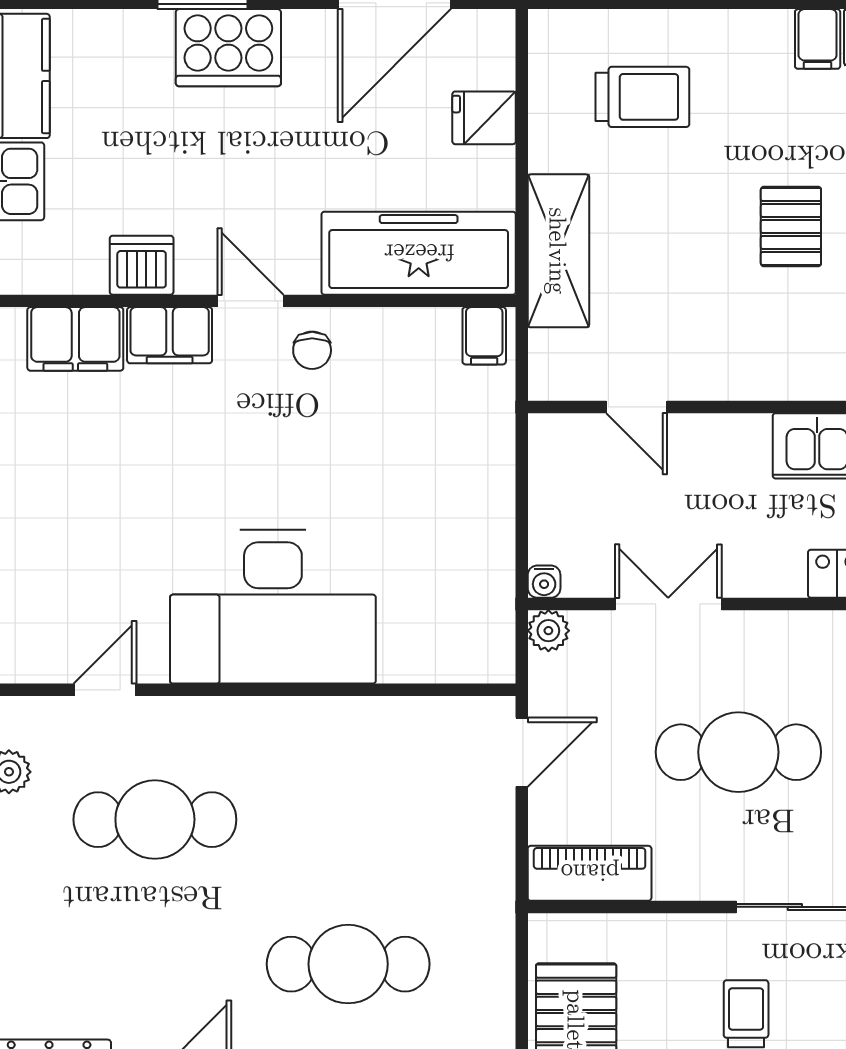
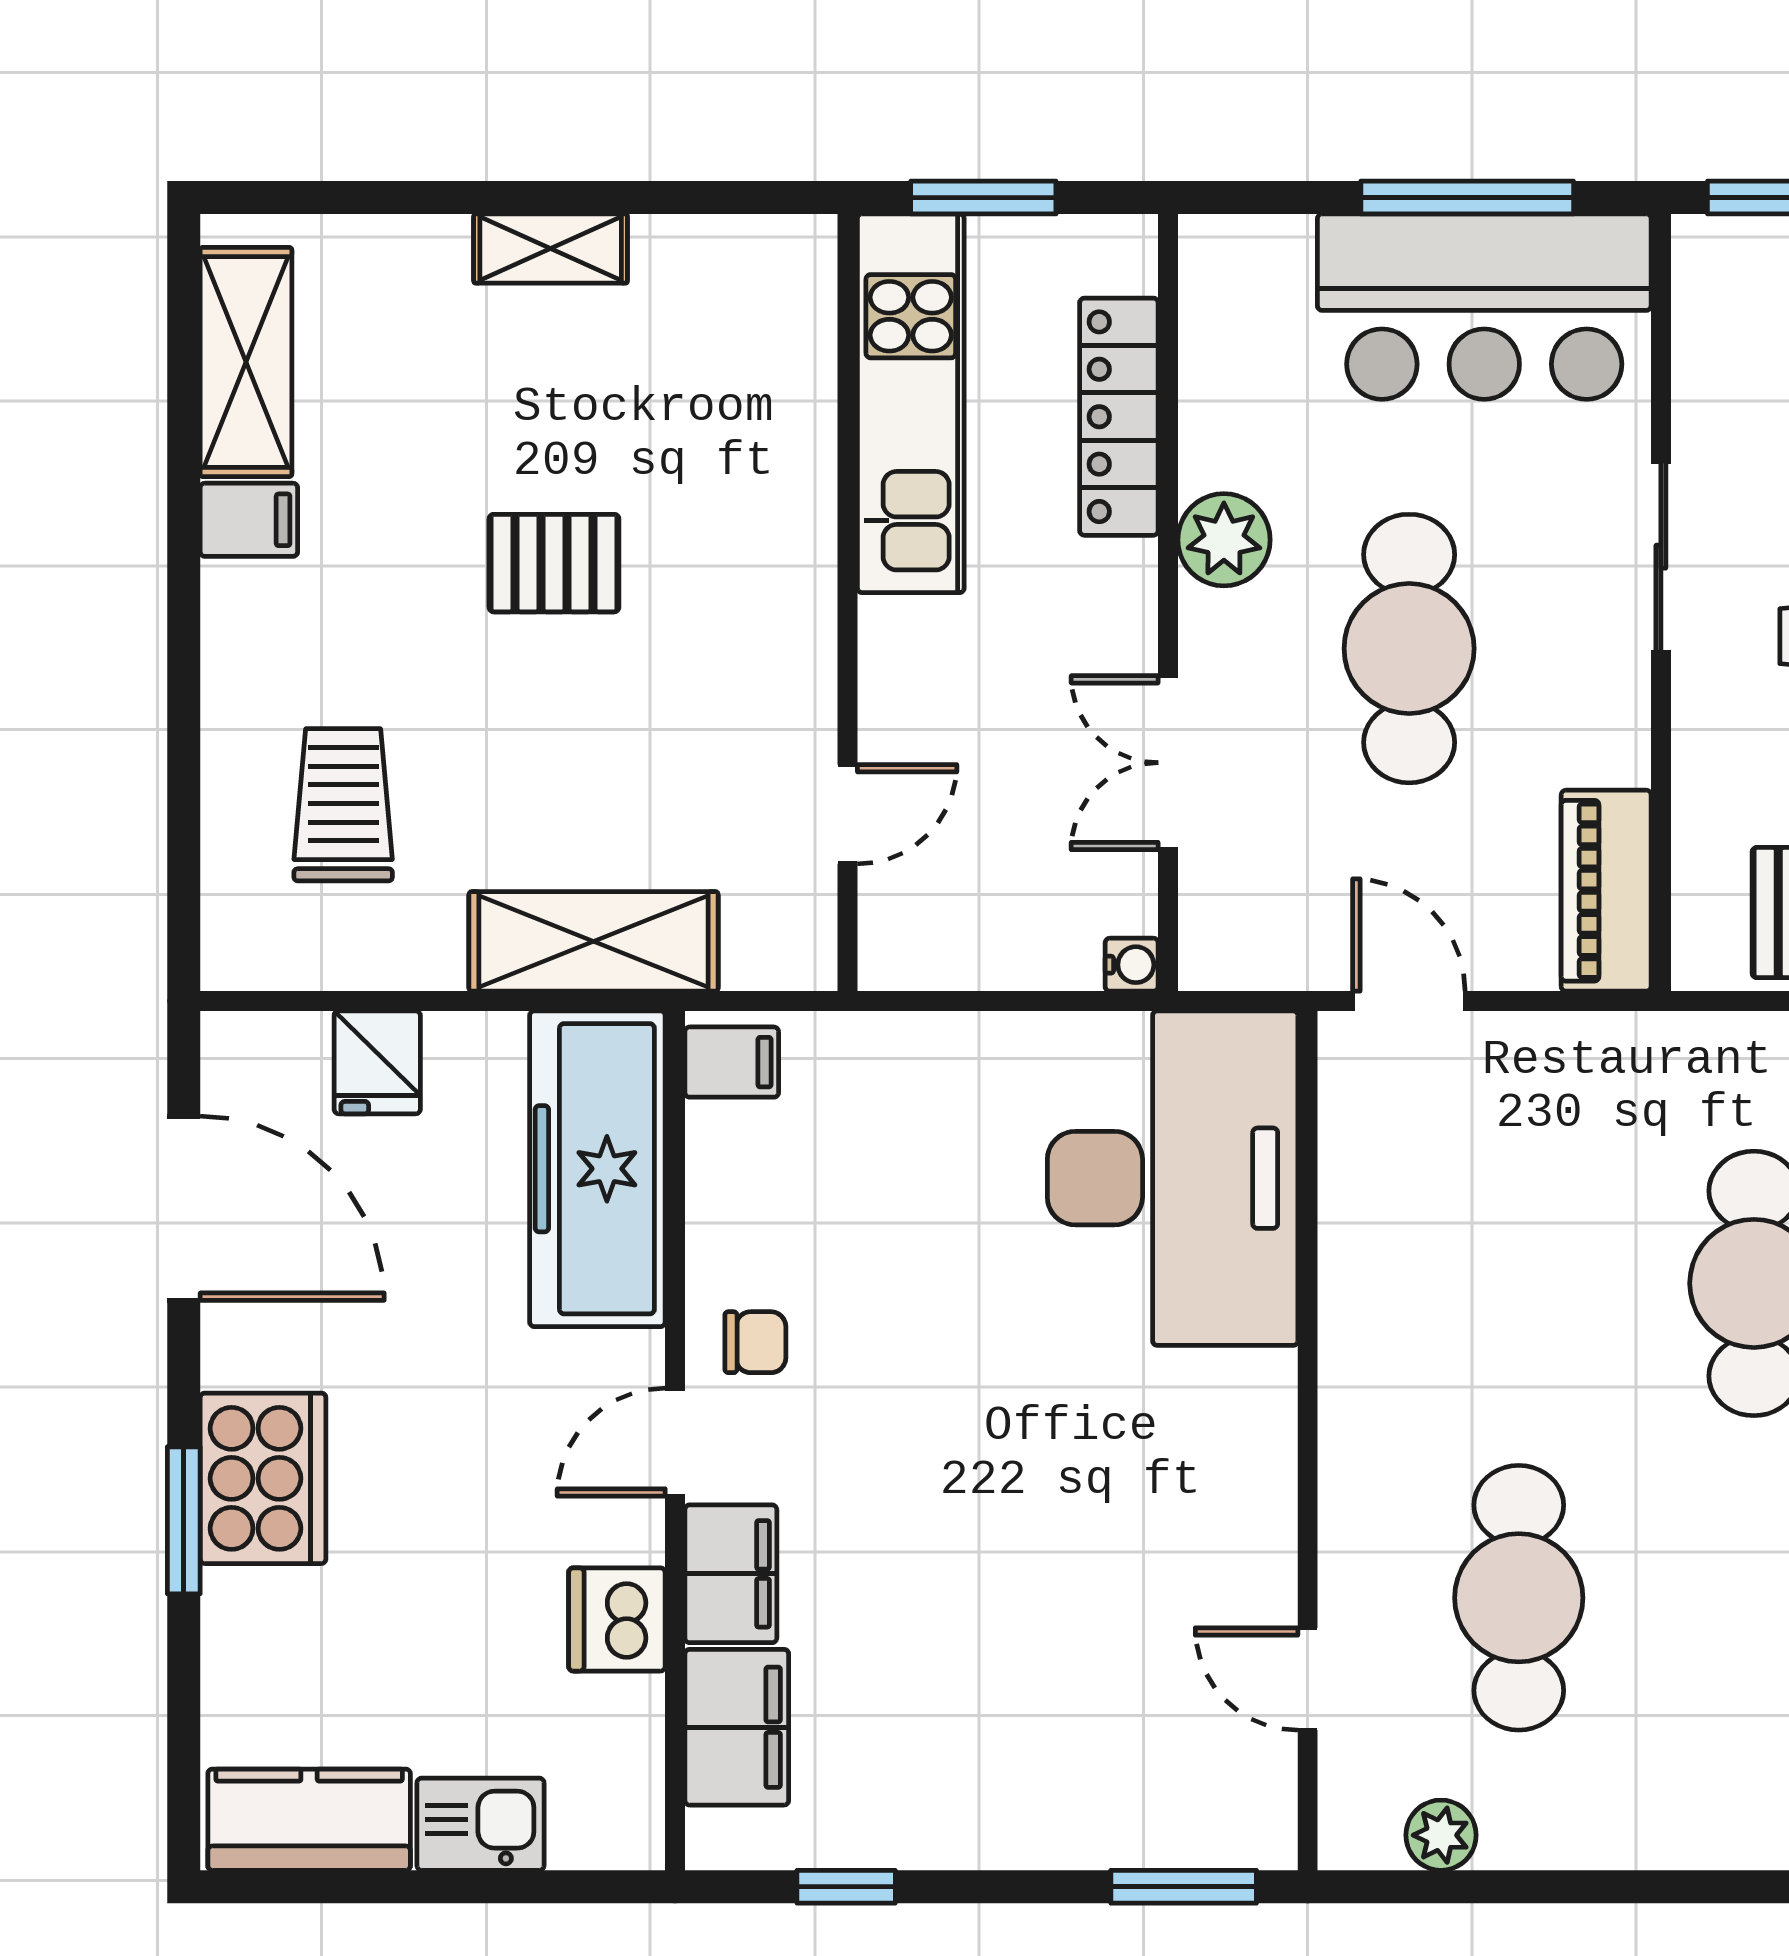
desk: (273, 607) -> (1173, 1178), moved
plant: (548, 631) -> (1224, 540), moved, width x1.38, depth x1.38

